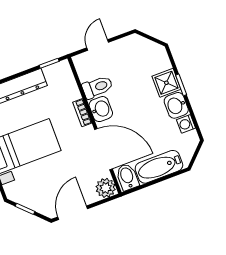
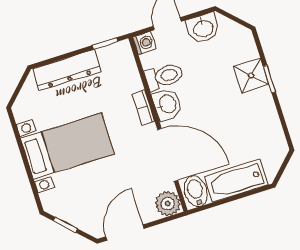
washbasin: (176, 105) -> (203, 28), moved, turned -90
washing machine: (186, 124) -> (144, 43), moved, turned 180

